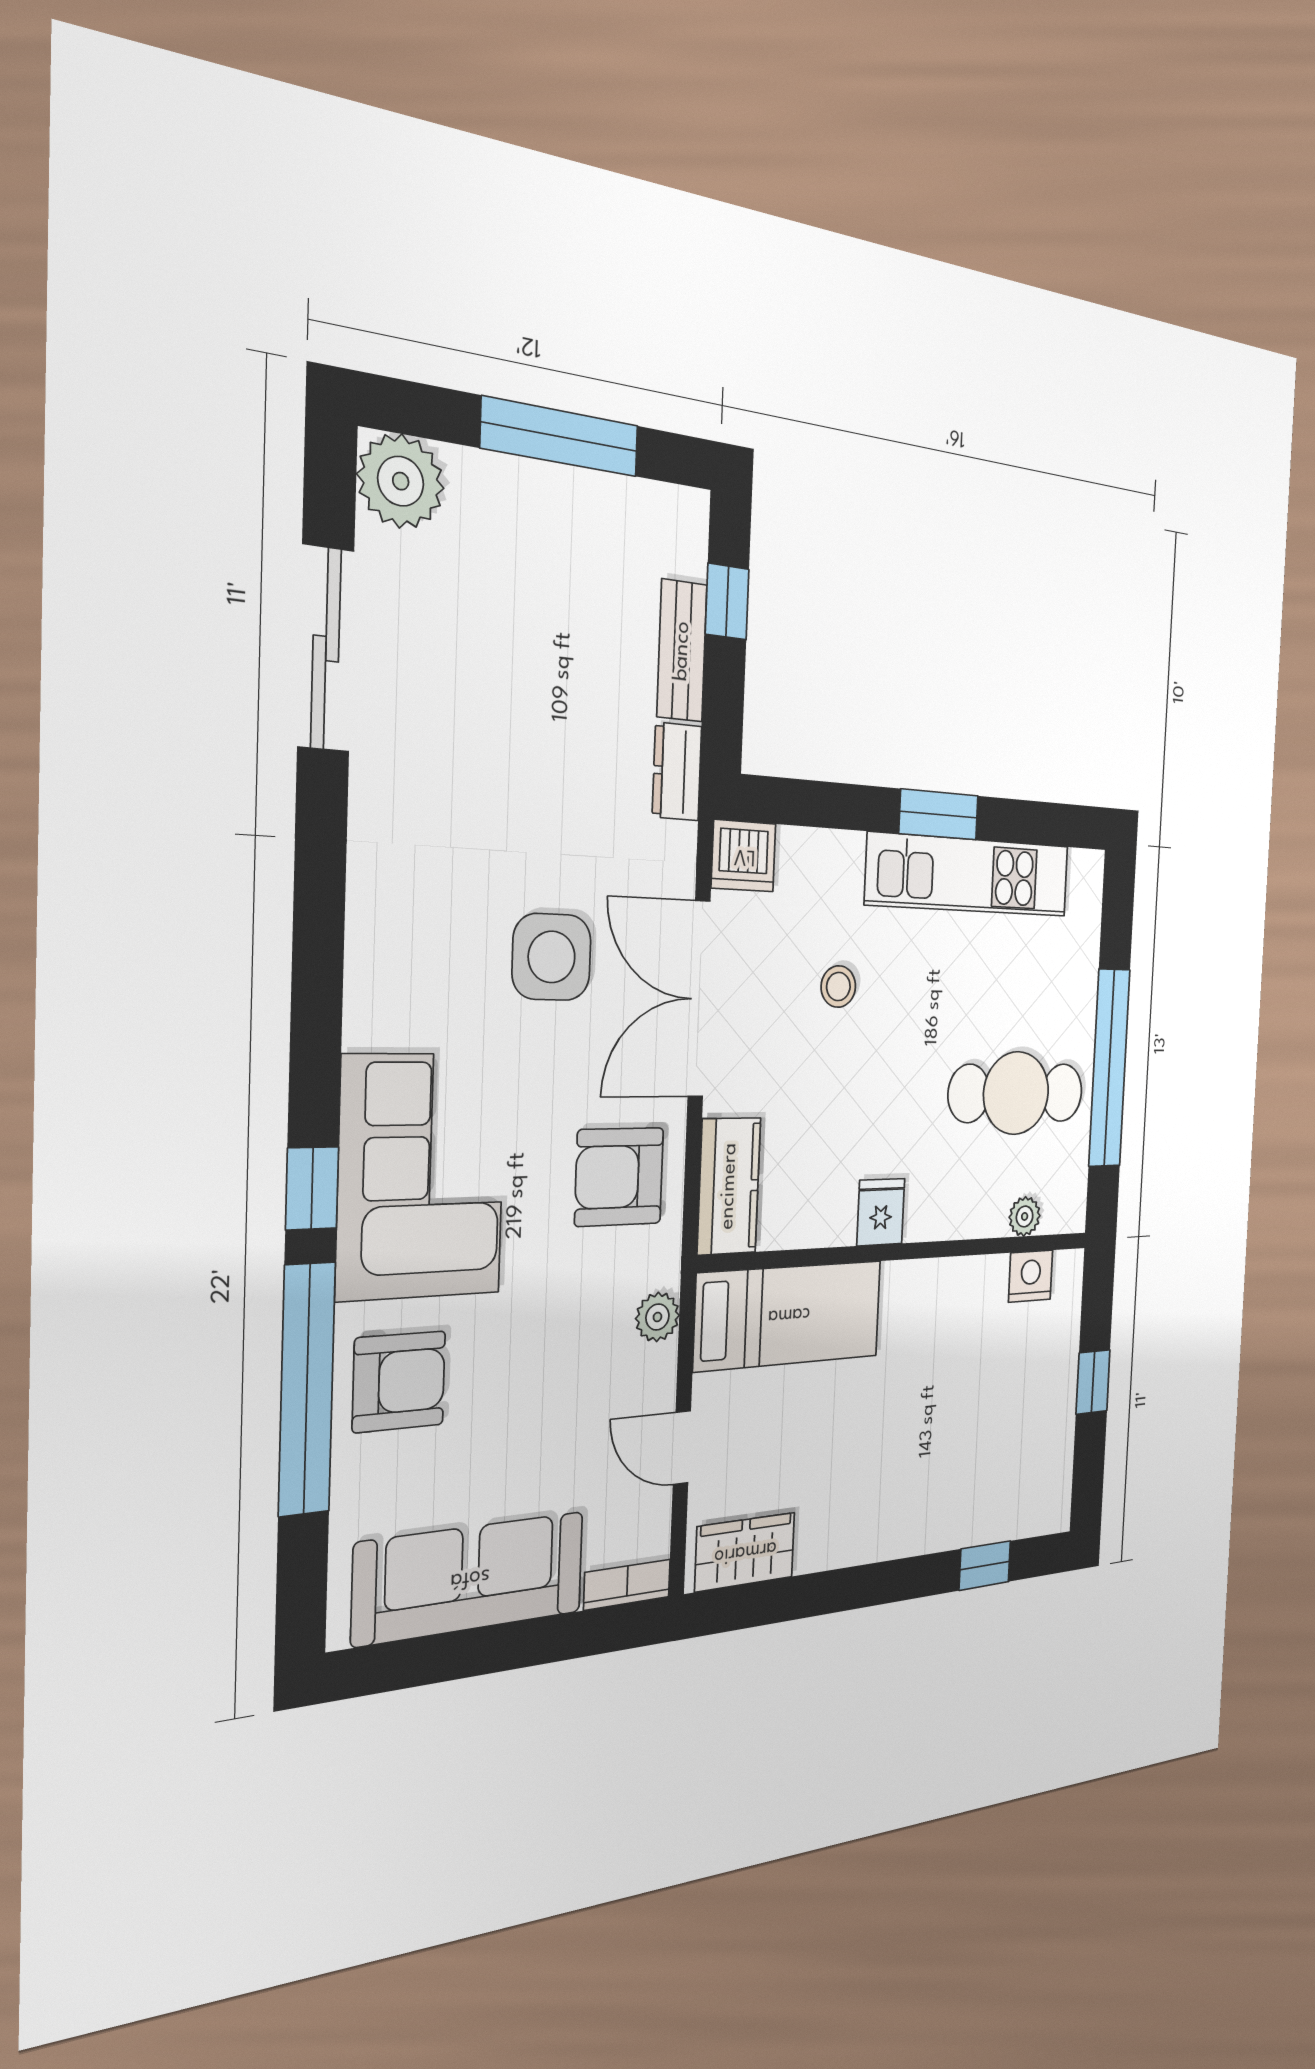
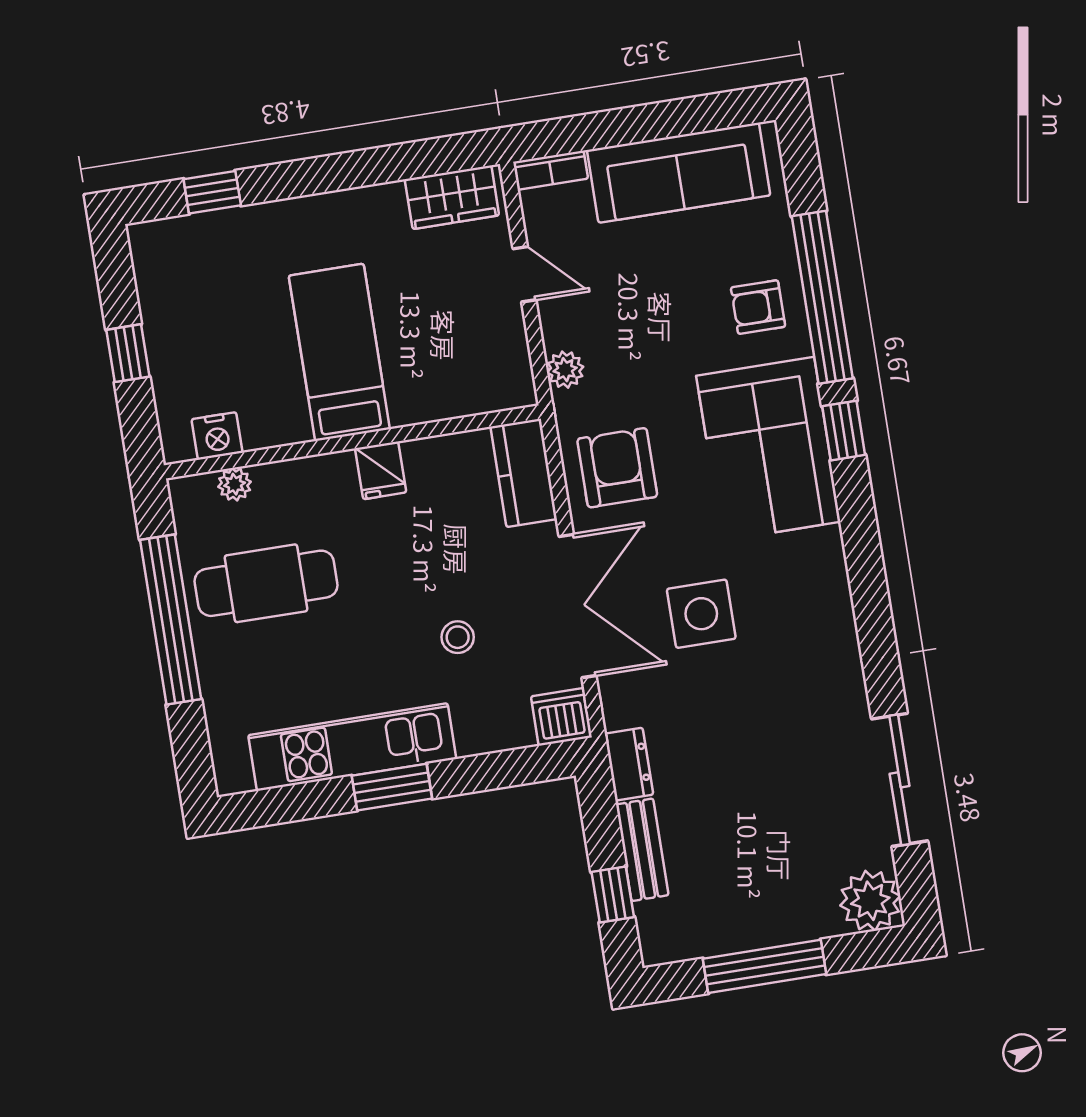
armchair: (619, 1177) -> (617, 468), turned -90
bed: (789, 1315) -> (339, 352), moved, turned 90
armchair: (399, 1382) -> (758, 307), width x0.72, depth x0.72

